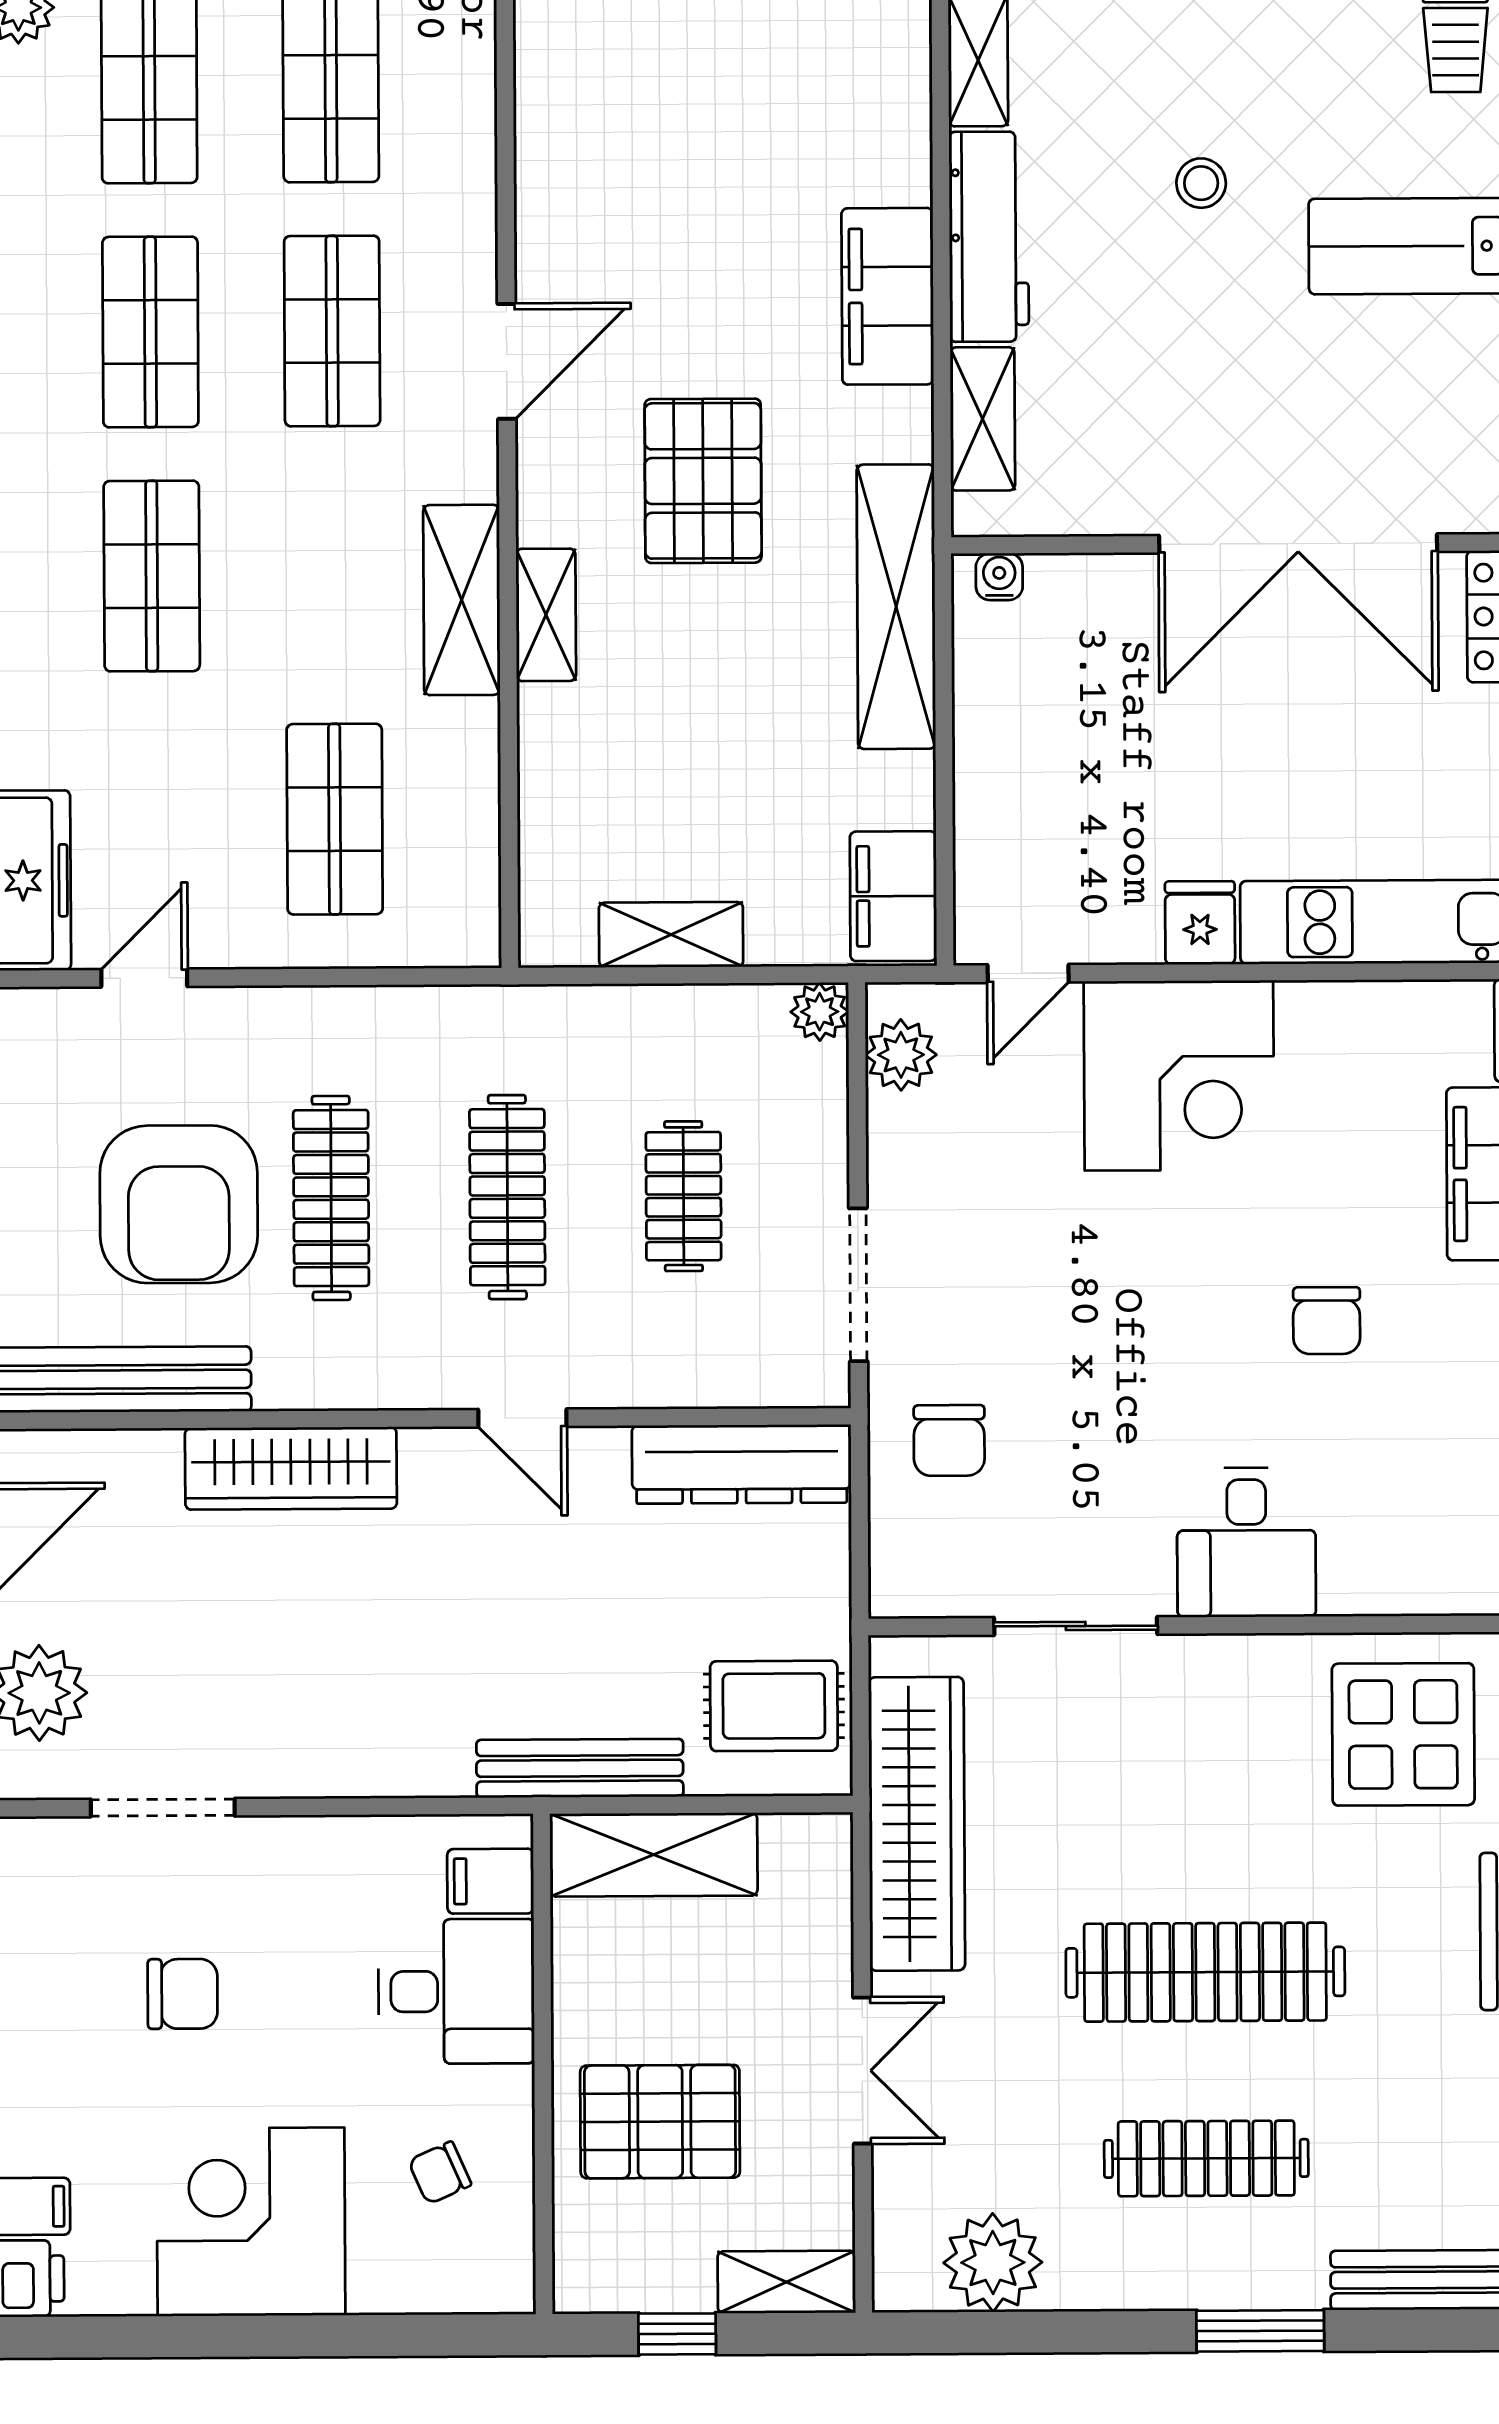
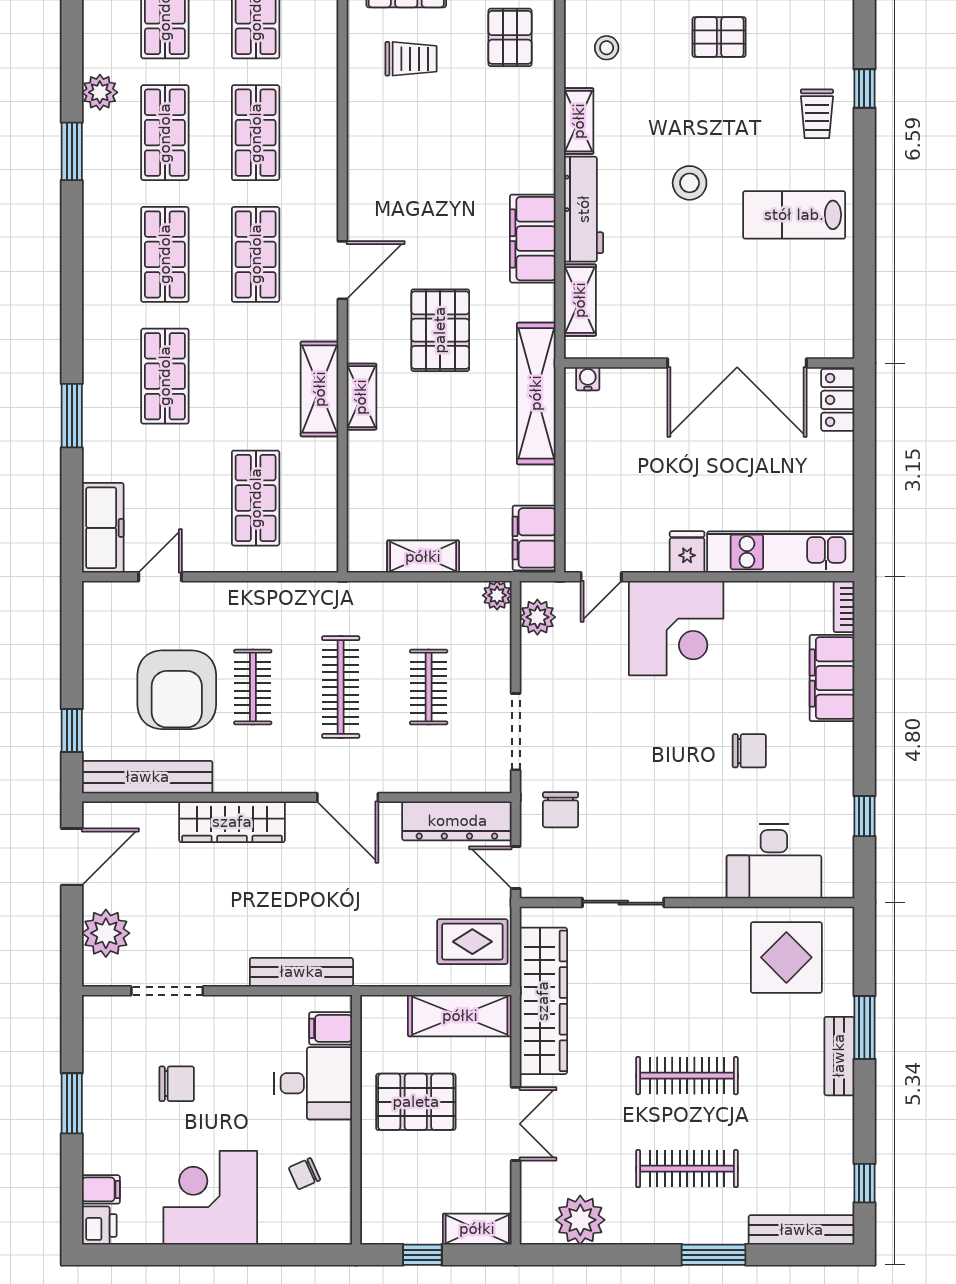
stool: (1201, 183) -> (690, 183), width x1.37, depth x1.37
clothes rail: (331, 1198) -> (253, 687), width x0.73
chair: (1327, 1321) -> (749, 751), turned -90
door: (522, 1418) -> (348, 797), width x1.38
desk: (1246, 1542) -> (774, 861), moved, width x1.37
door: (860, 1557) -> (516, 867), added
bench: (580, 1768) -> (301, 972), moved
shelving: (654, 1855) -> (460, 1016), moved
clothes rail: (1205, 1972) -> (687, 1076), width x0.73, depth x0.76
pallet: (660, 2122) -> (416, 1102), moved

